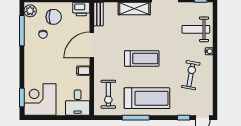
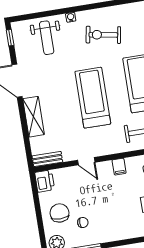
door: (92, 45) -> (86, 161), width x0.53
treadmill: (142, 59) -> (93, 98), width x1.37, depth x1.38

